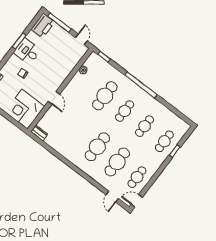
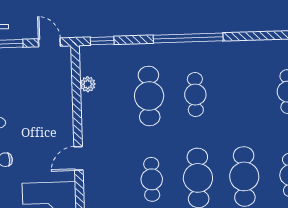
door: (54, 98) -> (78, 158), swing flipped
cafe table: (145, 126) -> (152, 179), moved

